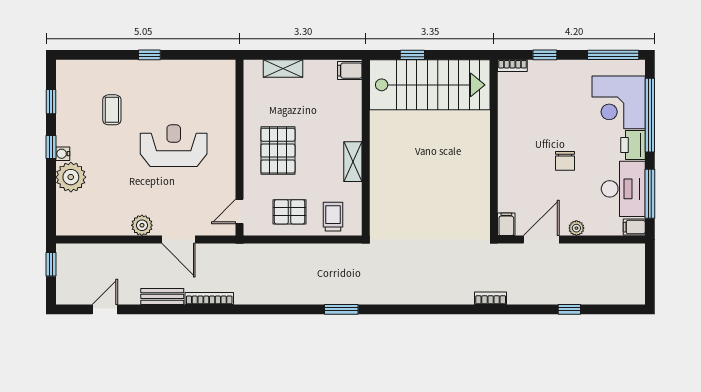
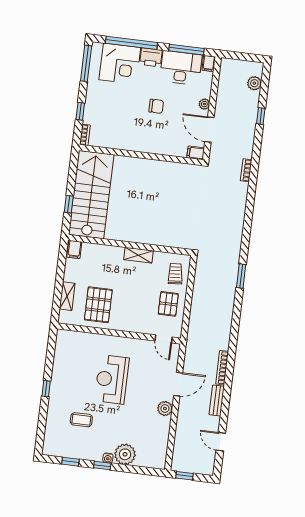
pallet: (278, 151) -> (98, 305), moved, turned 90
trolley: (333, 217) -> (175, 274), turned 85
plant: (614, 295) -> (254, 83), added

